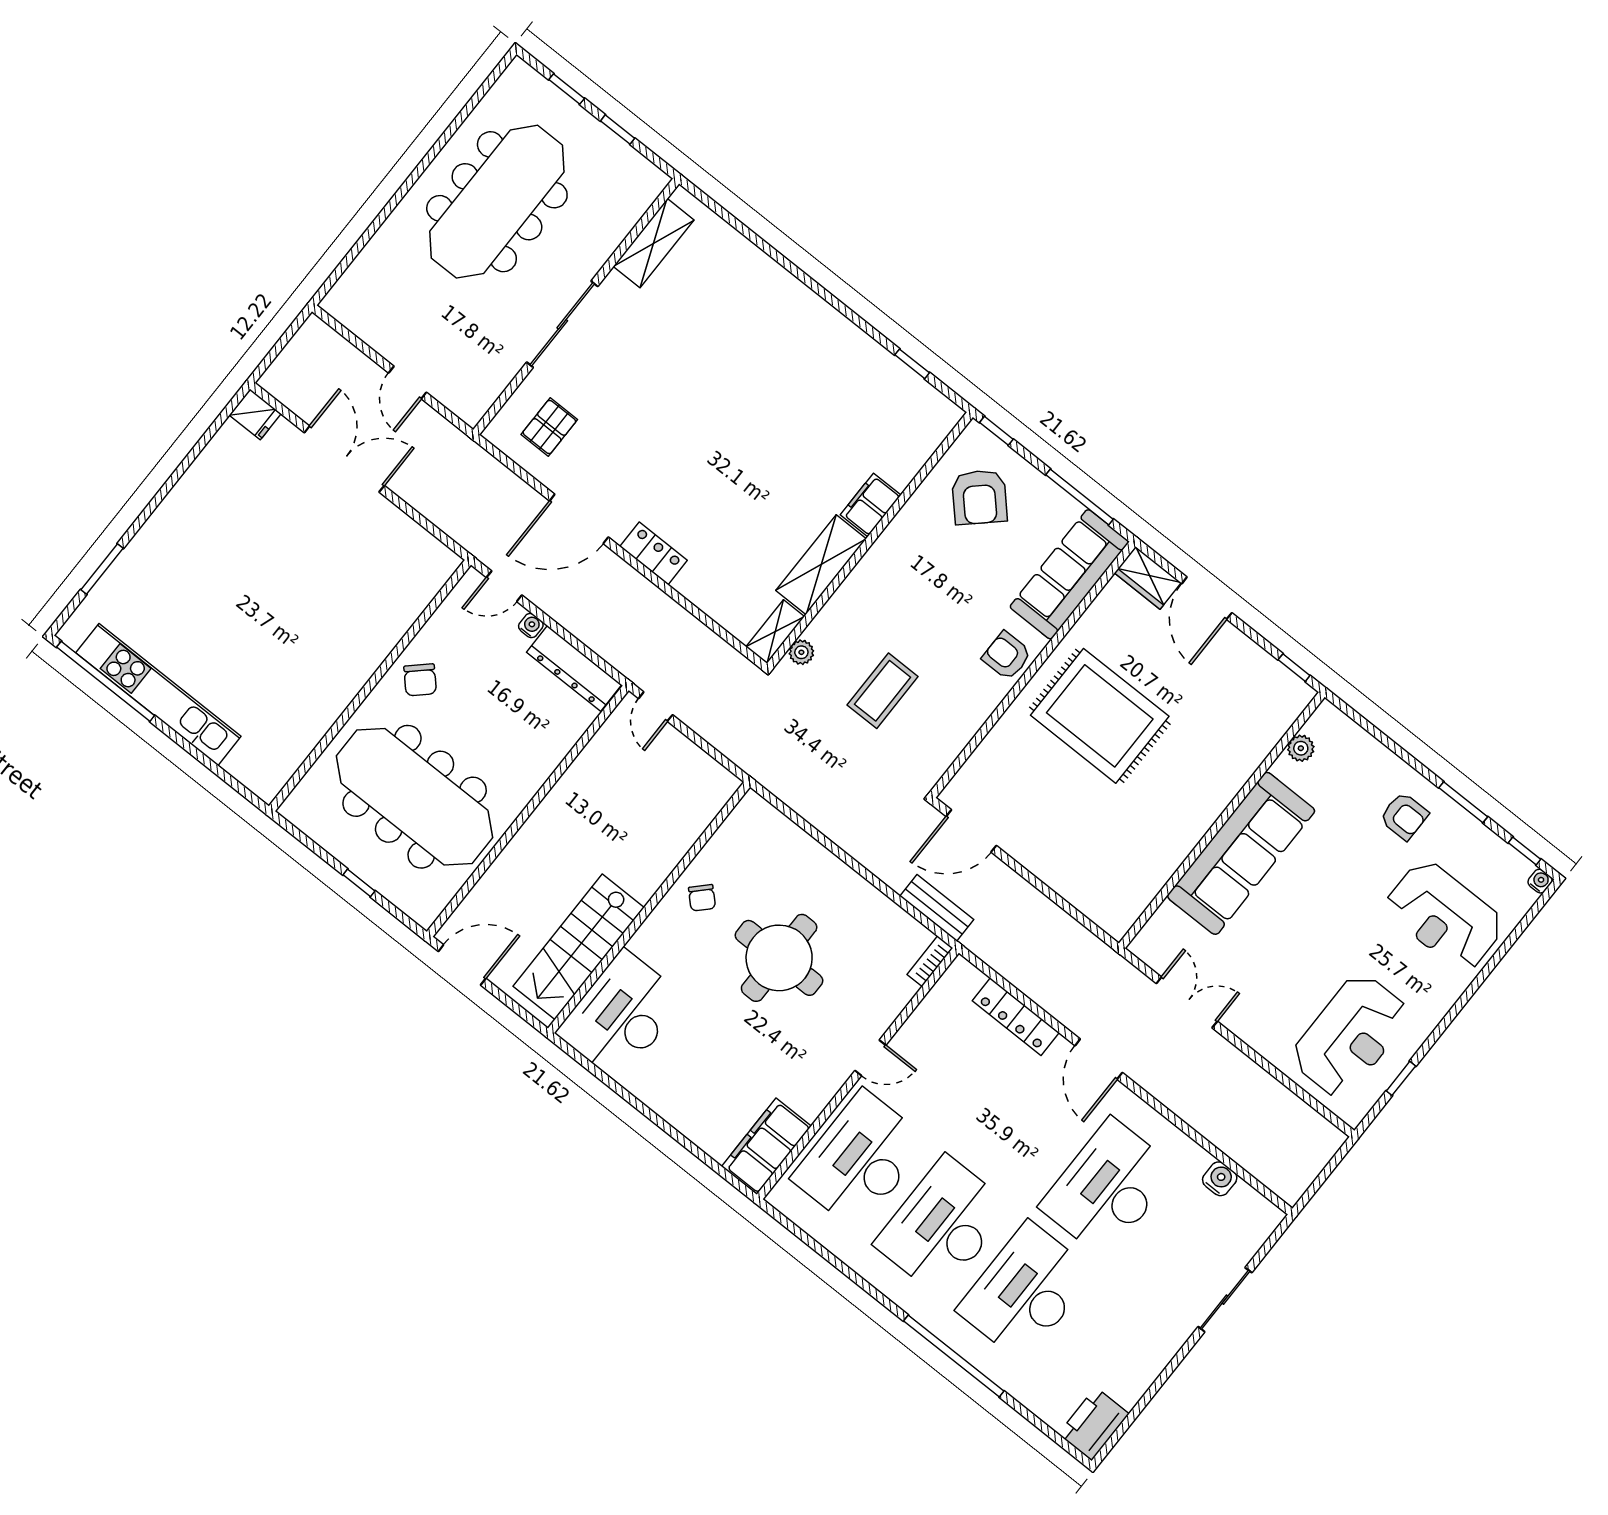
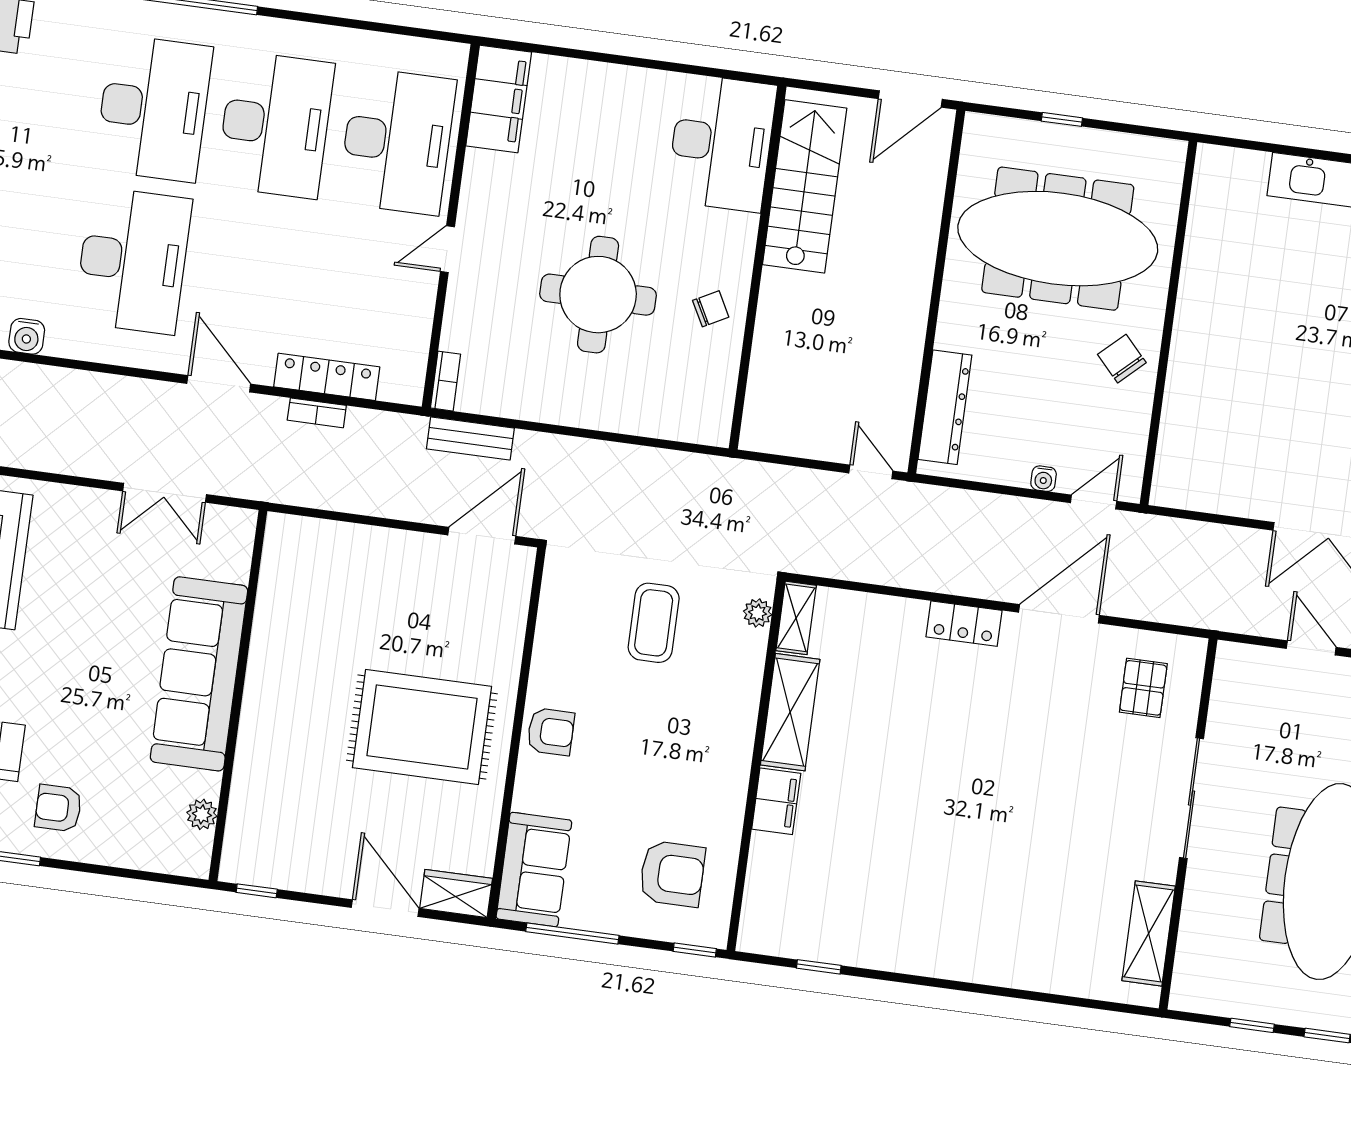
armchair: (979, 497) -> (672, 874), turned 133
sofa: (1069, 574) -> (534, 870), width x0.73
dresser: (574, 668) -> (945, 407), moved, turned 90
chair: (702, 898) -> (711, 309), turned 108
bookcase: (1039, 994) -> (317, 413), added

